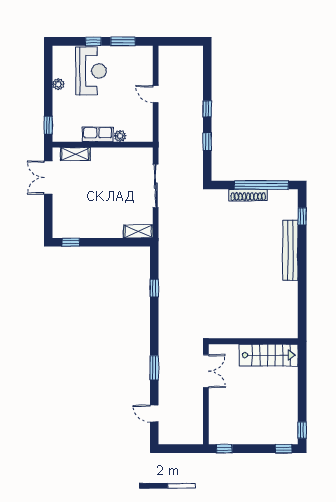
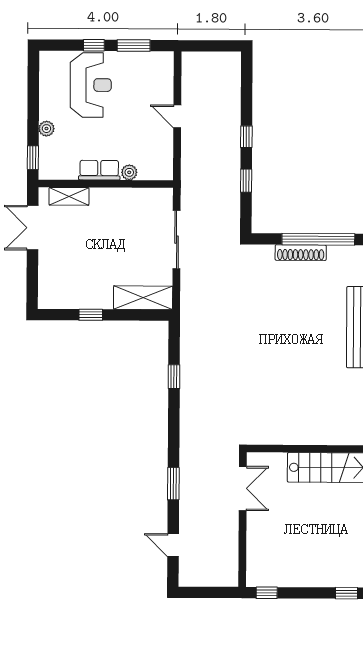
plant: (58, 84) -> (46, 129), moved
shelving: (138, 231) -> (143, 298), width x1.50, depth x1.33
window: (71, 242) -> (91, 315), moved

